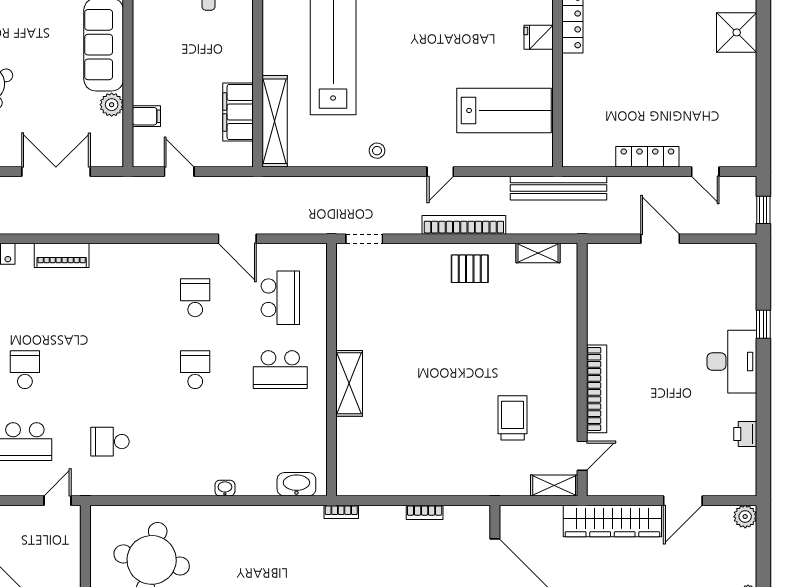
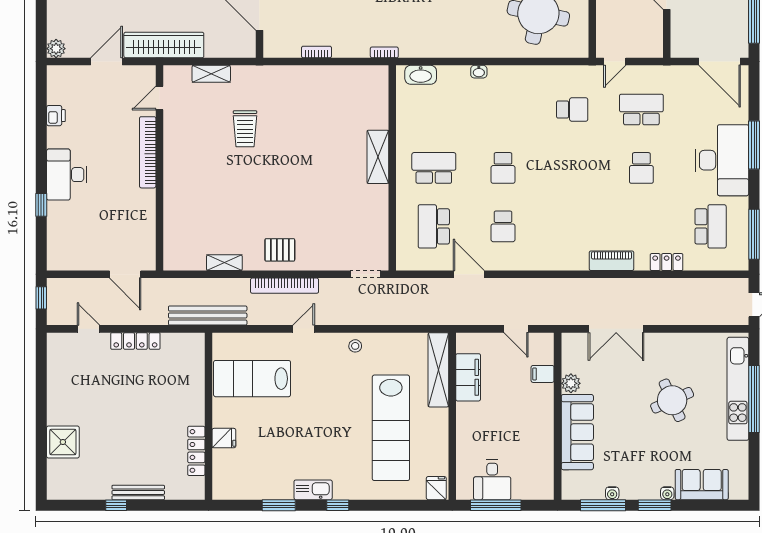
wall: (582, 370) -> (159, 168), moved
bookcase: (597, 389) -> (148, 152), moved
door: (582, 456) -> (159, 98), moved

